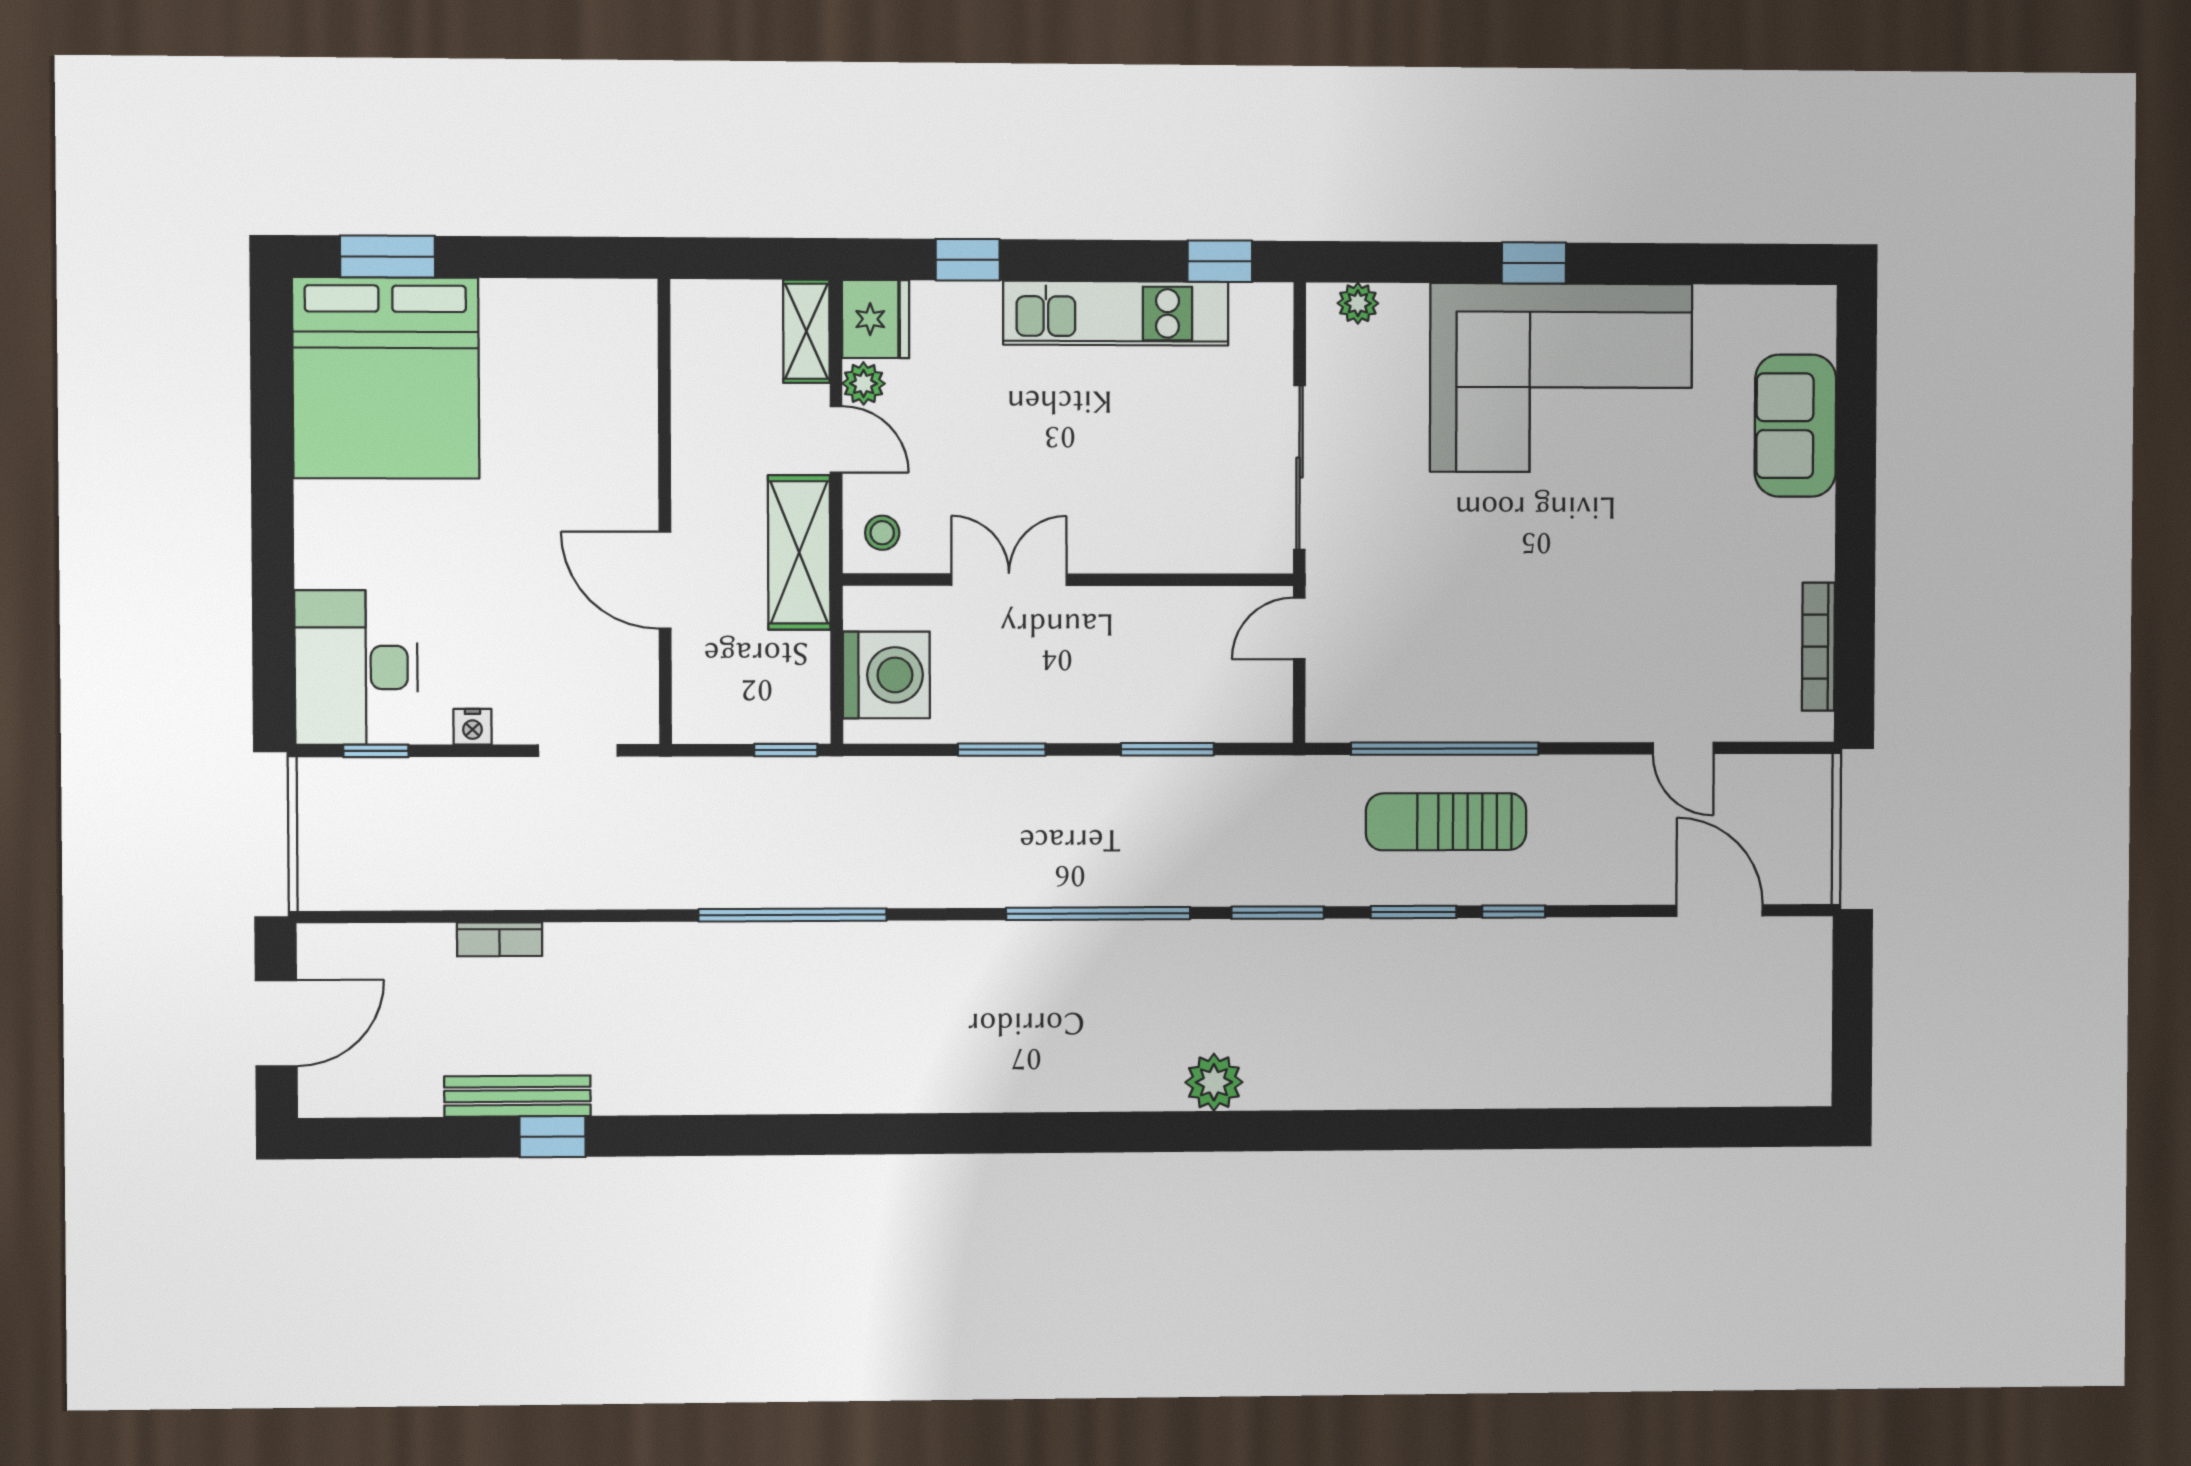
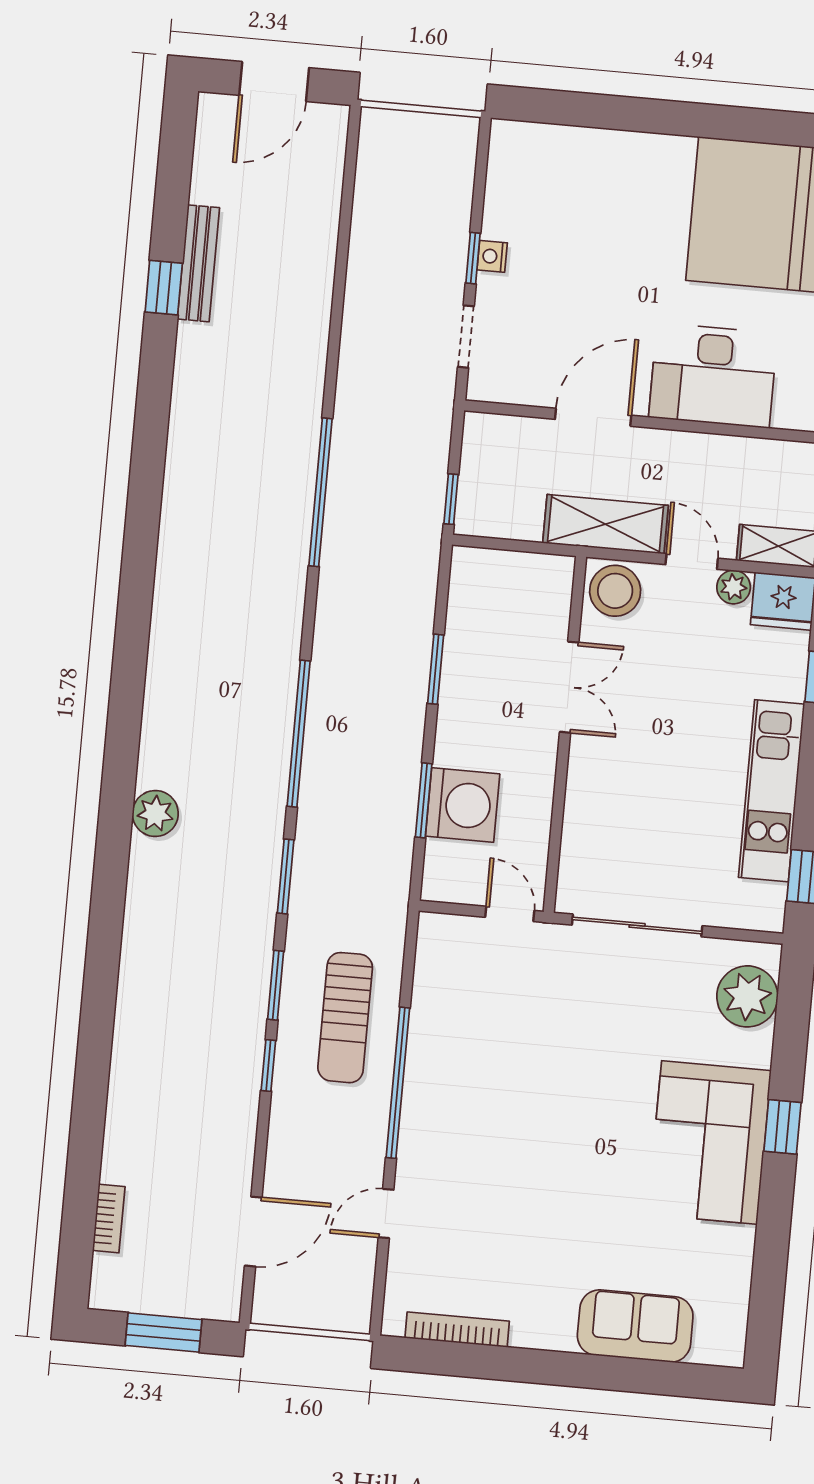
plant: (1358, 303) -> (747, 996), width x1.88, depth x1.88
corner sofa: (1561, 378) -> (709, 1142), width x0.73, depth x0.74
door: (836, 439) -> (692, 561), swing flipped
stool: (882, 533) -> (615, 591), width x1.89, depth x1.89
desk: (356, 667) -> (713, 375), moved, turned 180
washing machine: (886, 675) -> (463, 805), moved, turned -90
window: (1445, 749) -> (398, 1083), moved
window: (376, 751) -> (473, 258), moved
sun lounger: (1446, 822) -> (345, 1018), turned 180
bookcase: (500, 939) -> (109, 1218), moved, turned 180
window: (1852, 1009) -> (164, 1332), added
door: (276, 1023) -> (274, 82), hinge flipped

